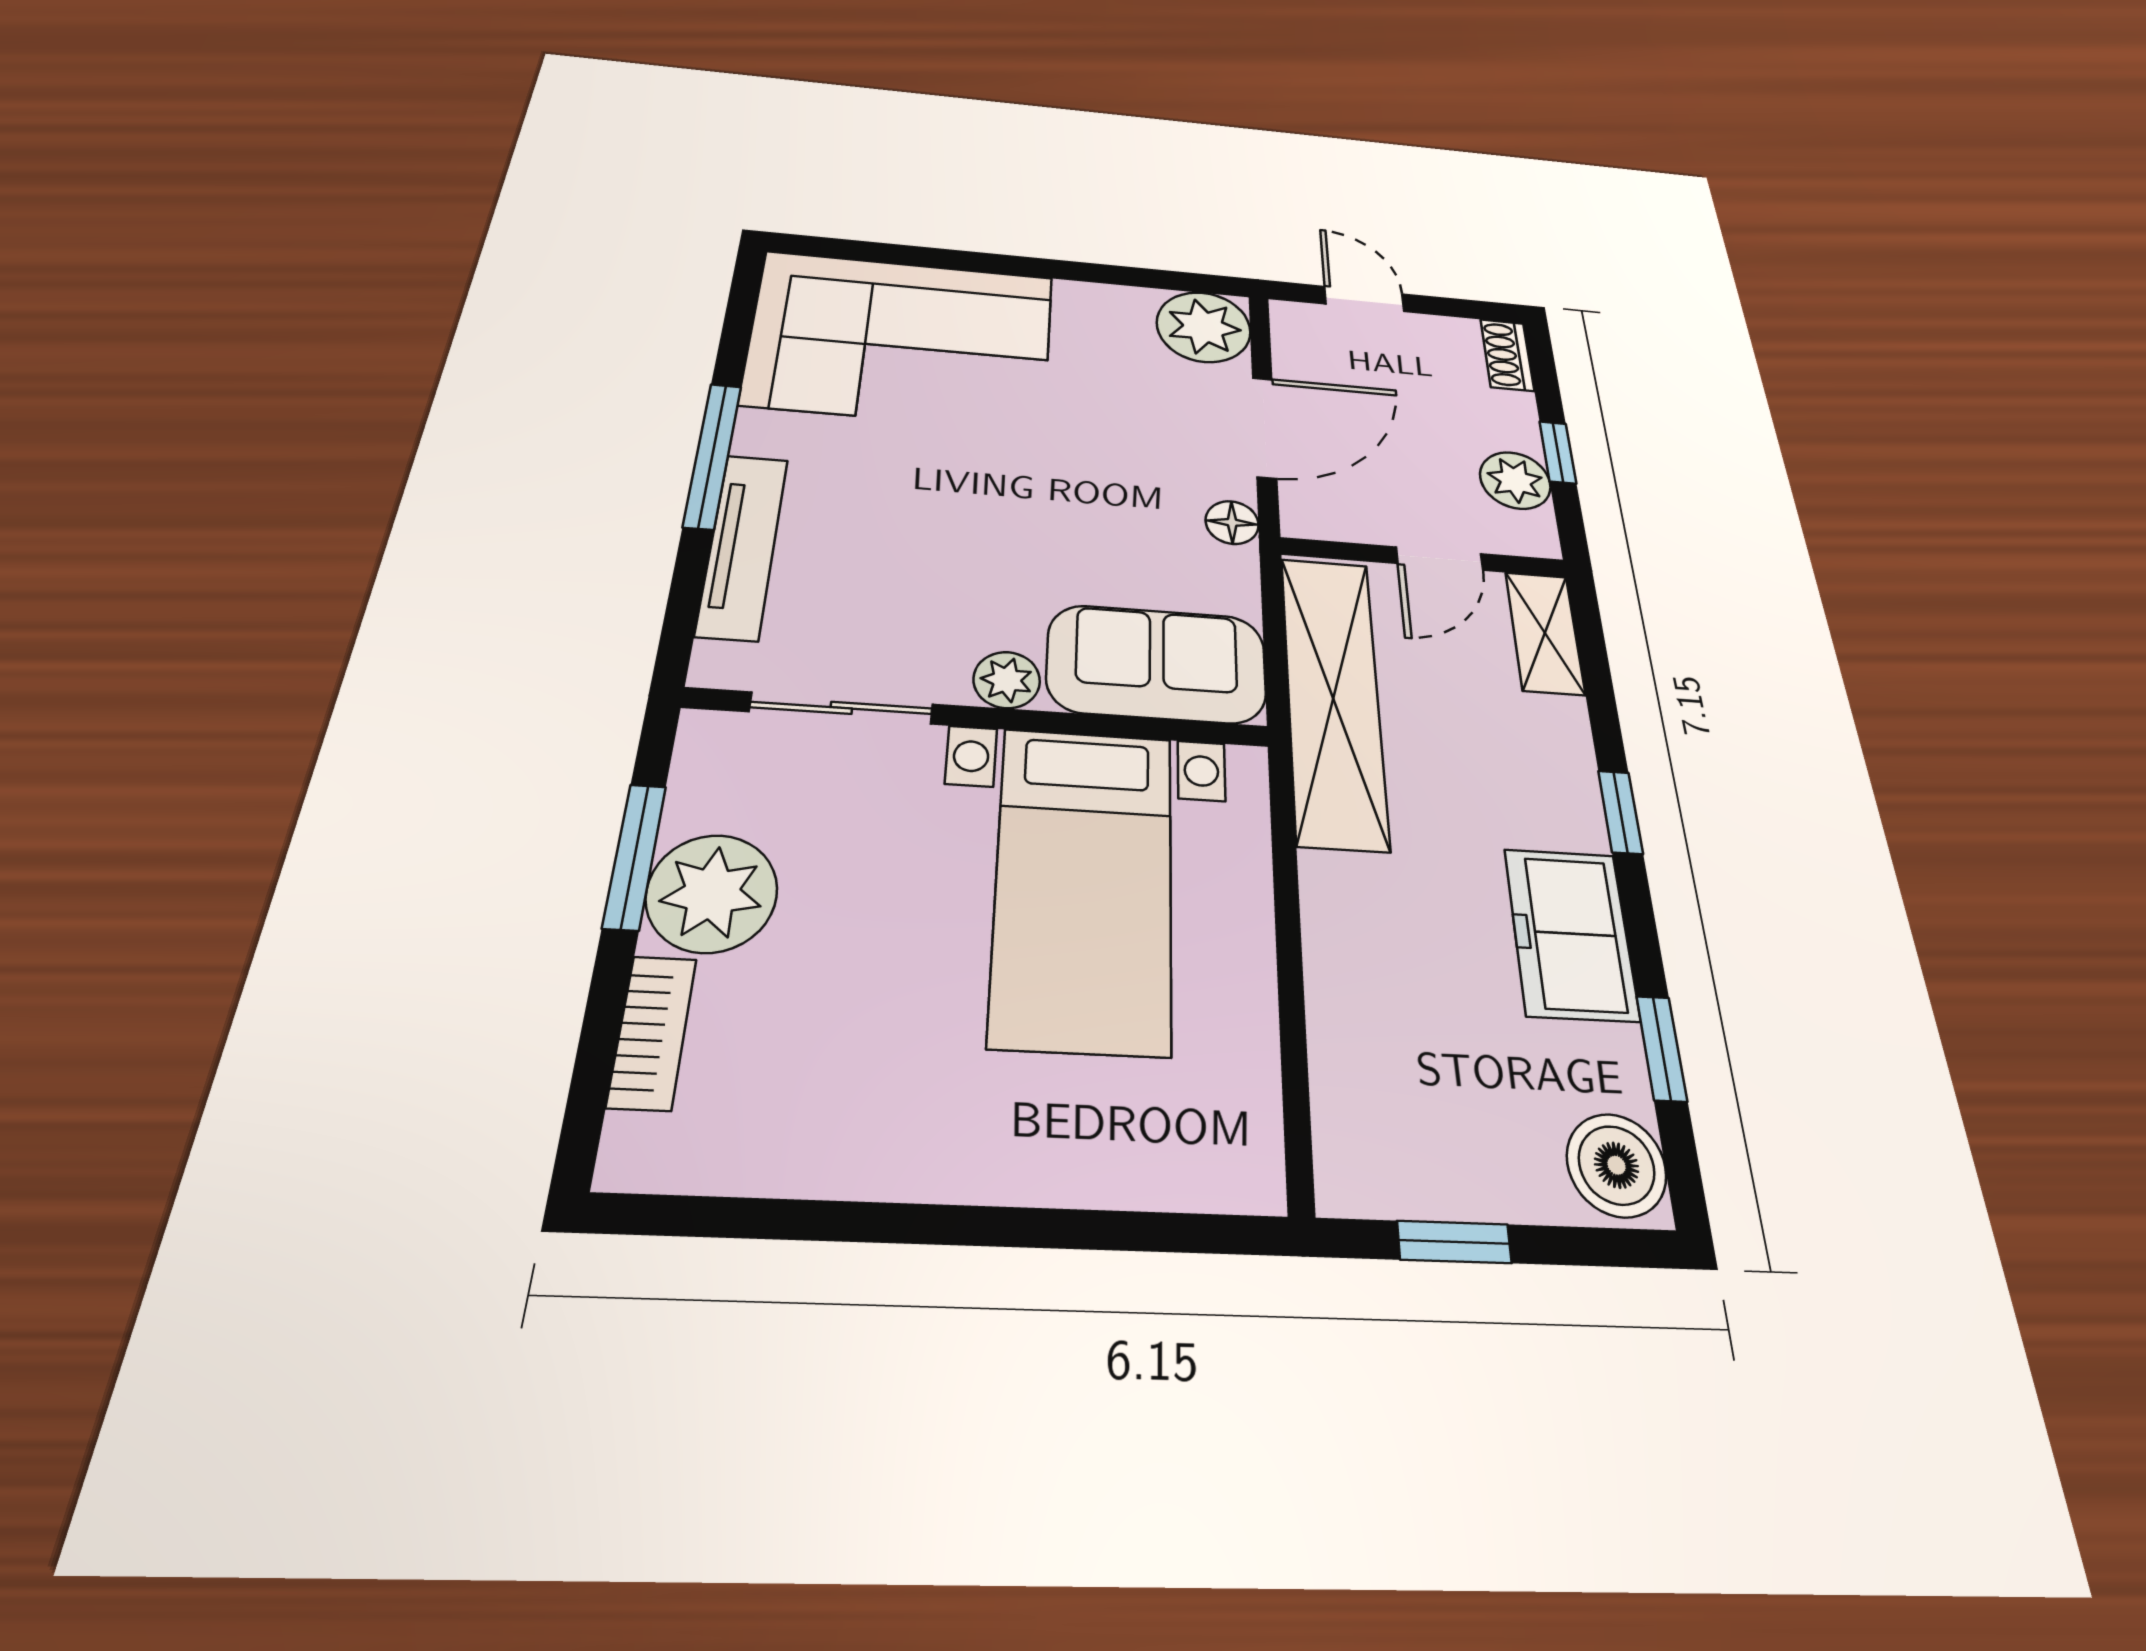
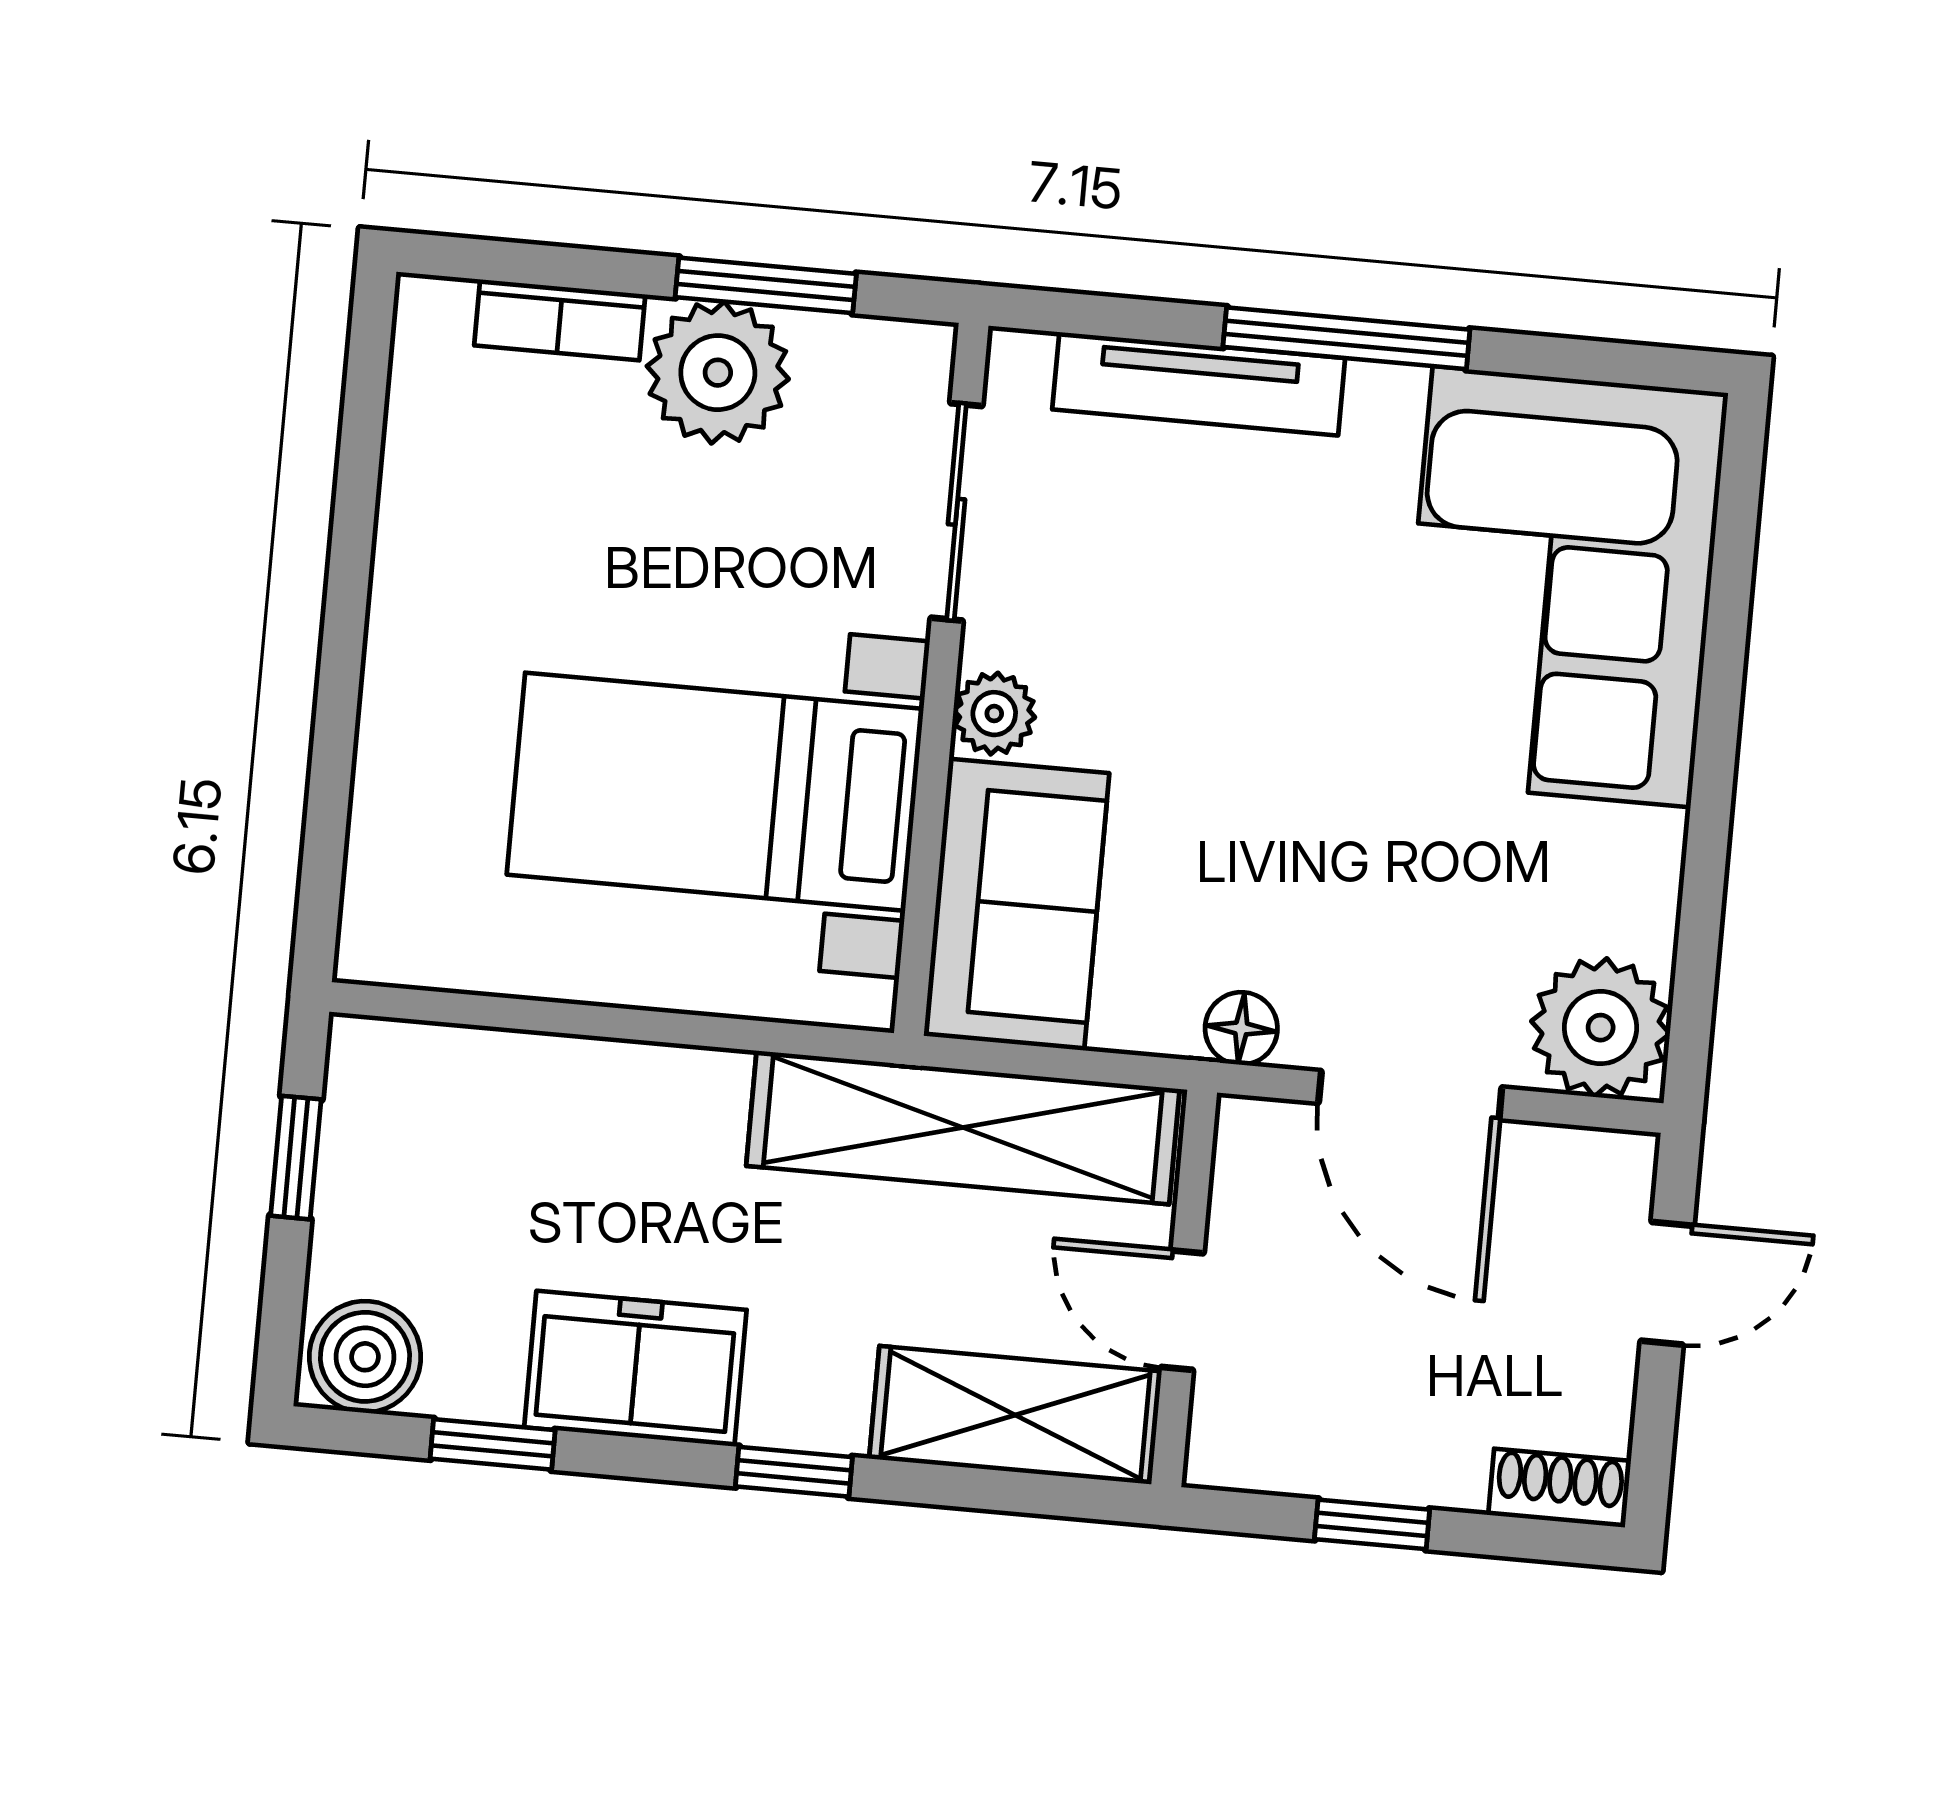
plant: (1515, 480) -> (1319, 1448), removed
shelving: (1545, 633) -> (1015, 1415), width x1.50, depth x1.33

